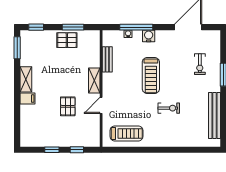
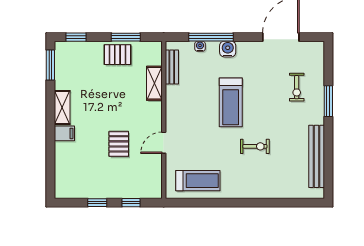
bench: (107, 59) -> (172, 67), moved
shelving: (94, 81) -> (154, 83), moved

